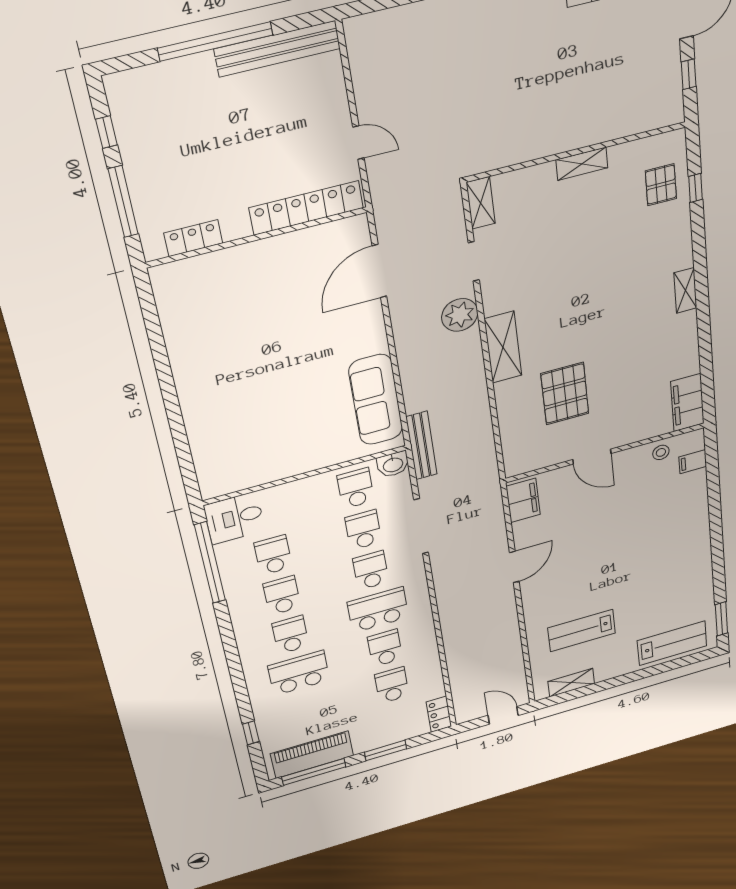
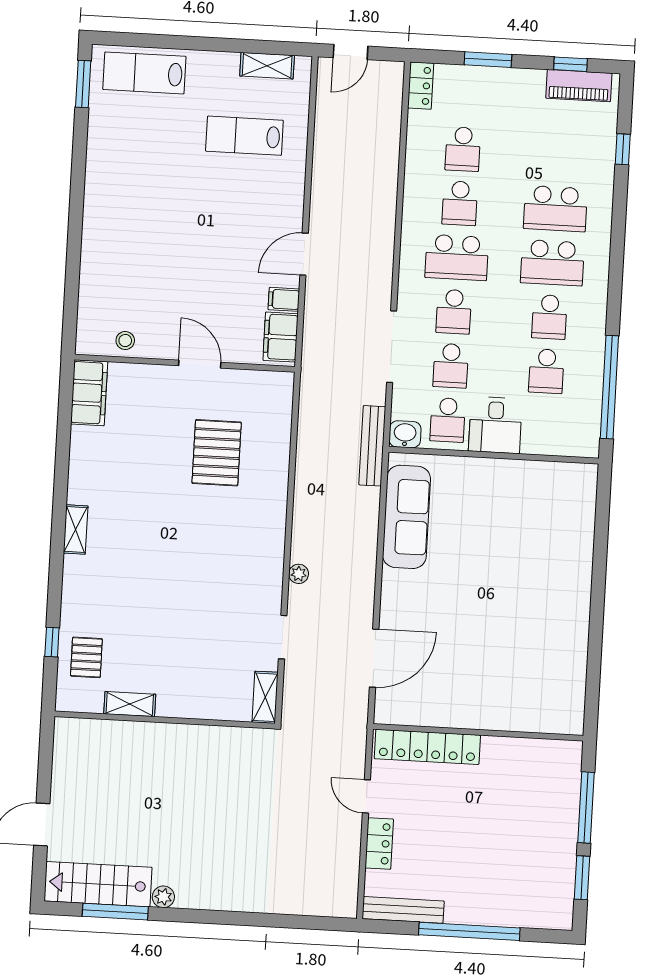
bench: (277, 49) -> (403, 910), width x0.73, depth x0.82
window: (689, 74) -> (45, 765), removed
window: (106, 132) -> (582, 878), width x1.50
shelving: (582, 164) -> (130, 704), moved
locker: (193, 238) -> (379, 844), moved, turned -90
plant: (460, 315) -> (299, 574), width x0.53, depth x0.53
shelving: (503, 347) -> (271, 531), removed
filing cabinet: (693, 462) -> (284, 299), moved, turned 180
desk: (234, 518) -> (495, 425), moved, turned 90
lab bench: (582, 631) -> (244, 136), turned 180
school desk: (290, 635) -> (552, 263), width x1.85
door: (503, 715) -> (351, 52), hinge flipped
piano: (312, 755) -> (579, 86), width x0.73, depth x0.75
window: (314, 772) -> (571, 64), width x0.46

